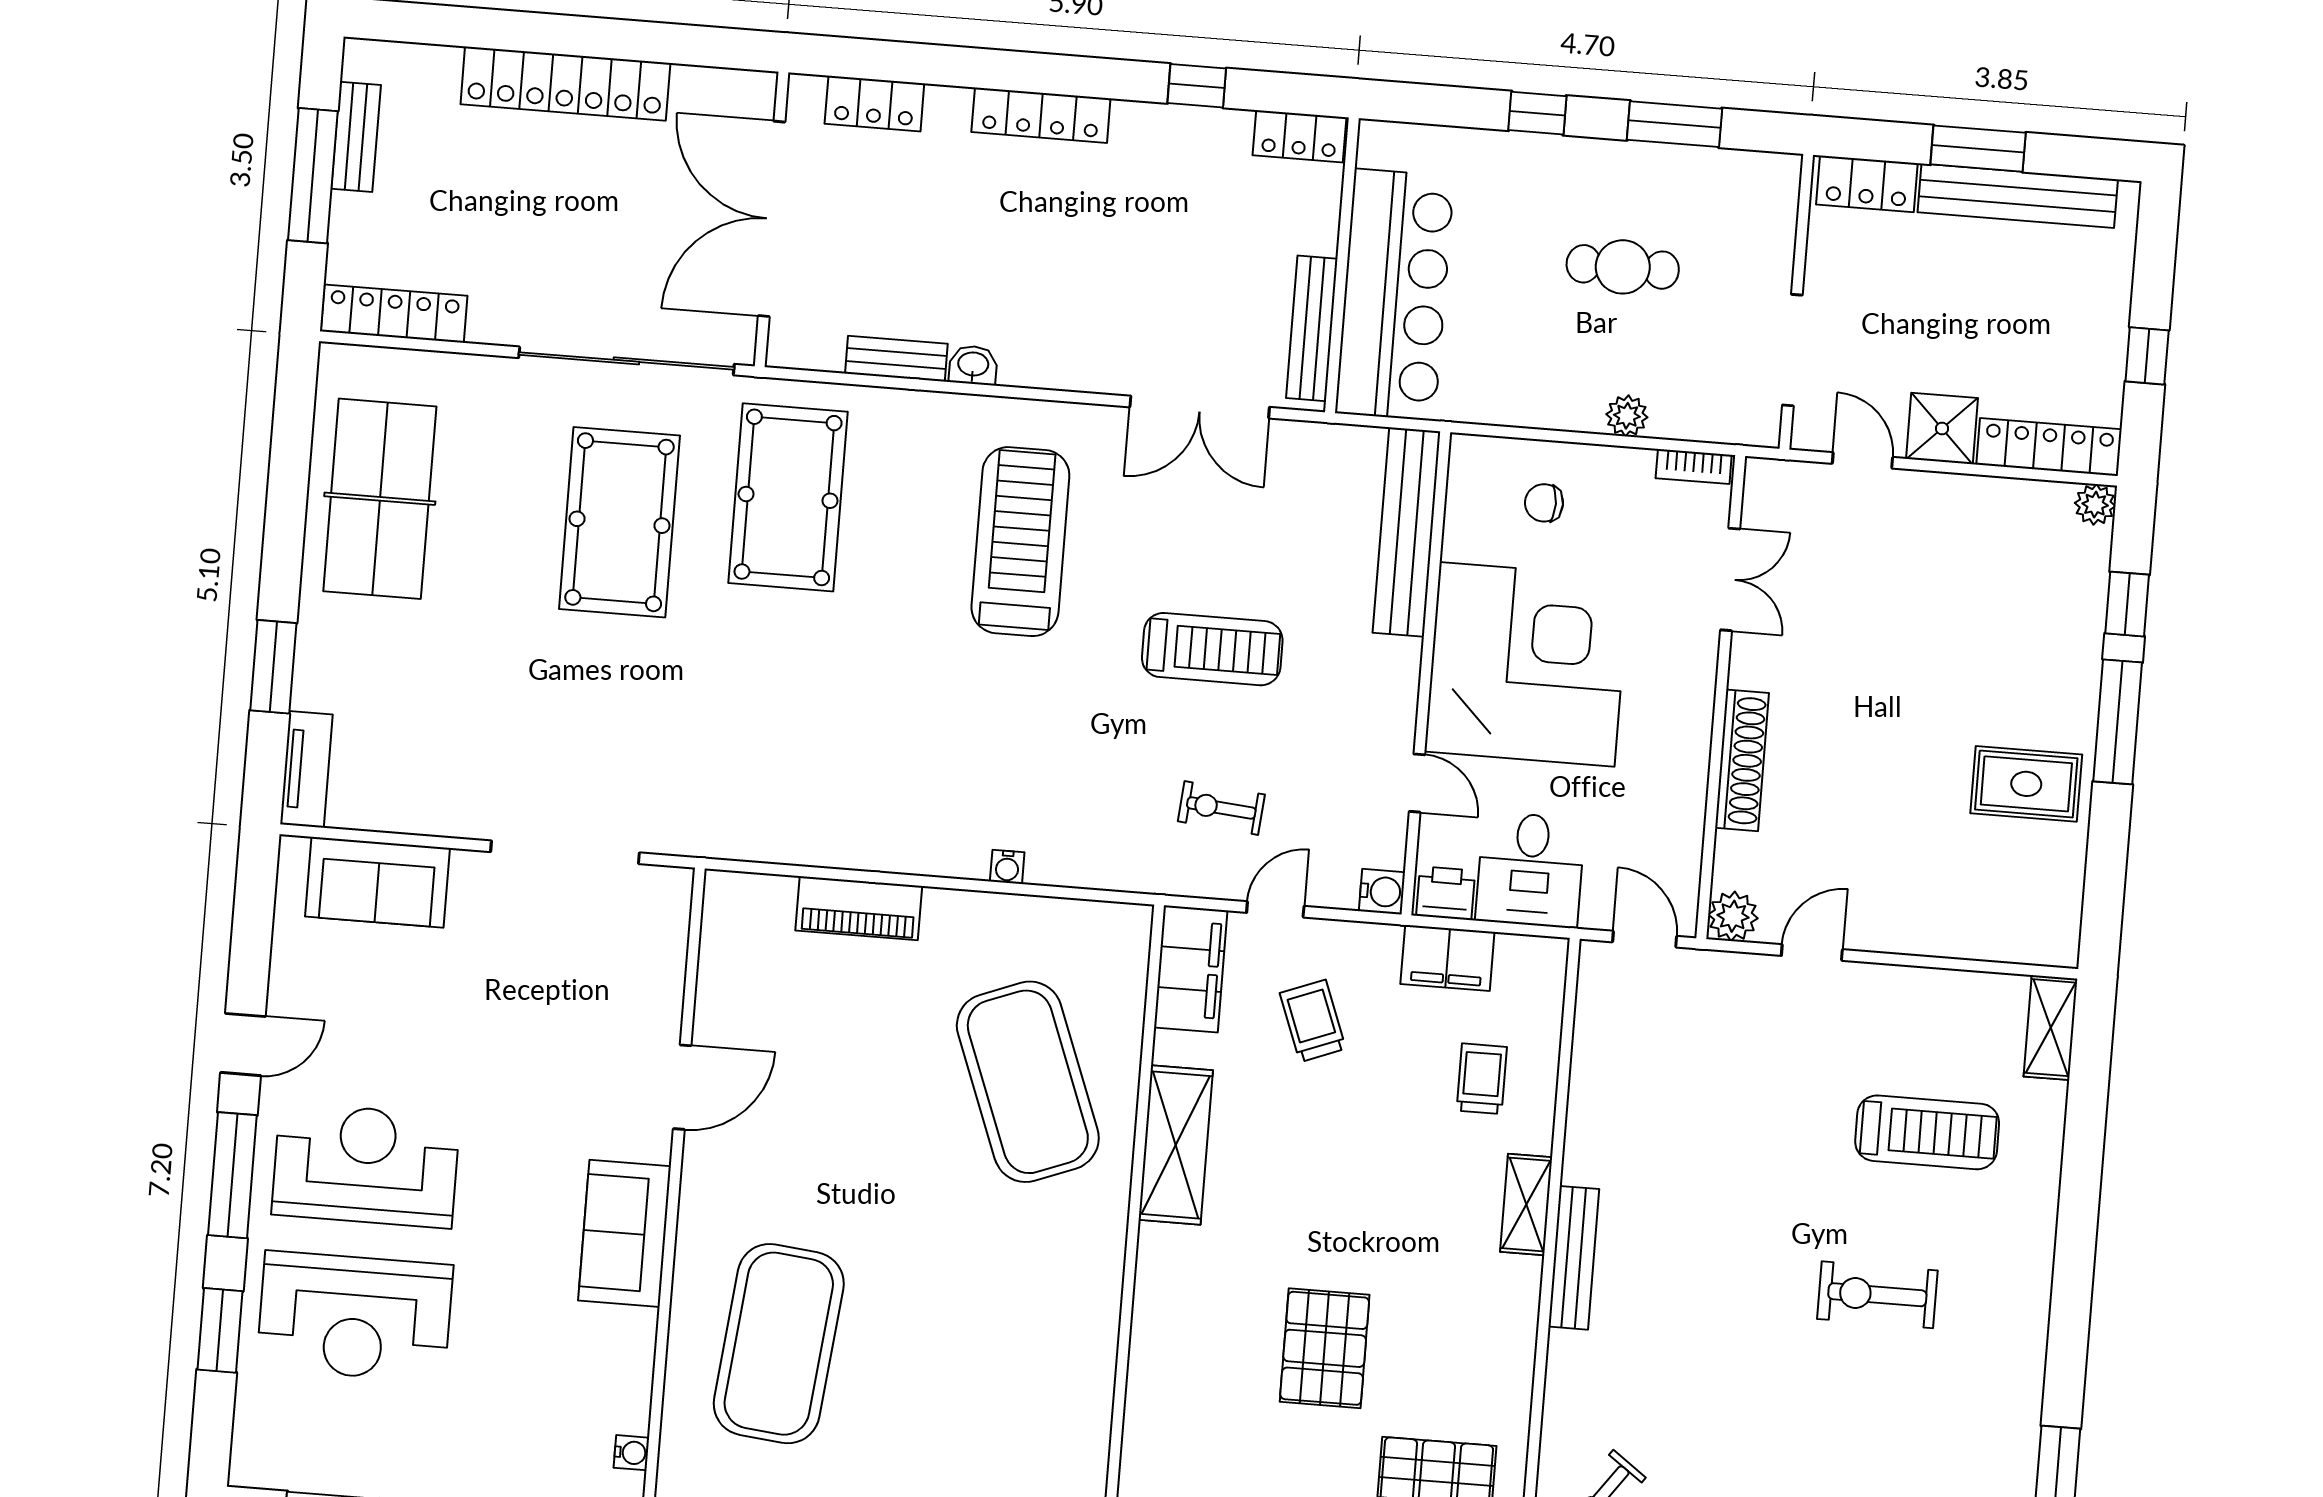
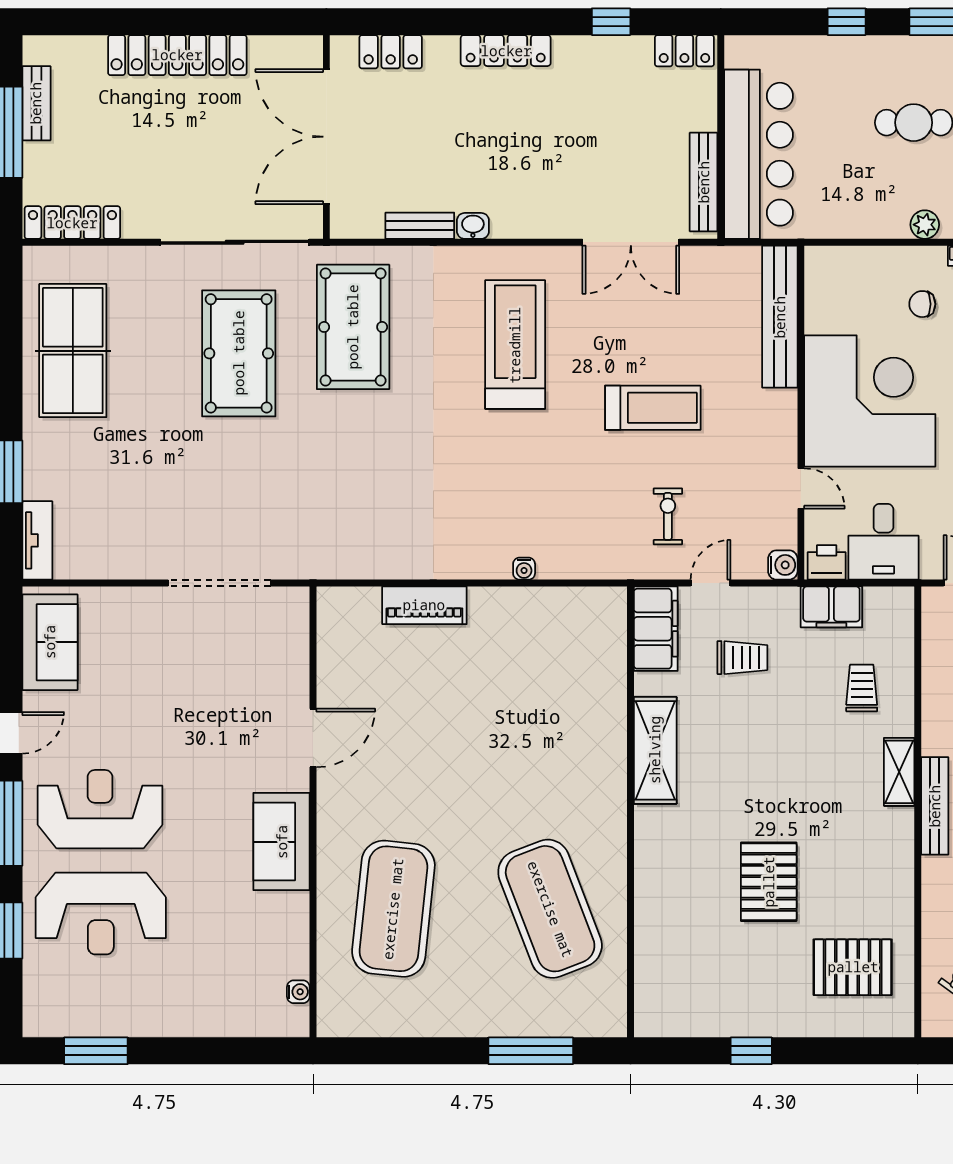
chair: (1544, 503) -> (922, 304), moved
exercise bike: (1221, 808) -> (668, 516), turned 85
sofa: (378, 882) -> (50, 642), moved, turned -90
trolley: (1313, 1021) -> (742, 658), turned 111
exercise mat: (1028, 1082) -> (550, 909), moved

